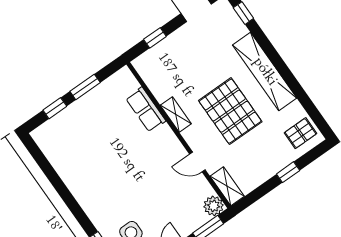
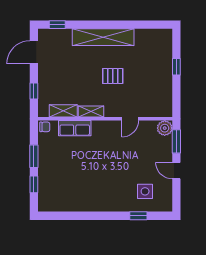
chair: (125, 77) -> (45, 127), added
pallet: (230, 111) -> (113, 76), width x0.49, depth x0.50
pallet: (300, 133) -> (157, 42), removed
shelving: (227, 186) -> (63, 111), moved

